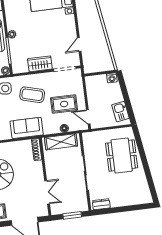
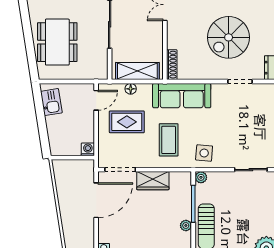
door: (79, 45) -> (96, 200), width x1.88
washing machine: (112, 78) -> (88, 149), moved
coffee table: (32, 95) -> (169, 140), turned 75
door: (88, 117) -> (96, 100), hinge flipped
sofa: (27, 128) -> (182, 96), width x1.36

